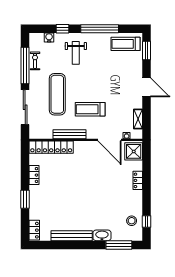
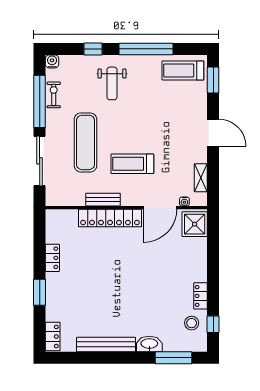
water cooler: (49, 37) -> (52, 61), moved
bench: (70, 134) -> (103, 200), width x0.73
door: (109, 140) -> (160, 208), hinge flipped
locker: (51, 147) -> (110, 218), moved
locker: (138, 180) -> (200, 296), moved

